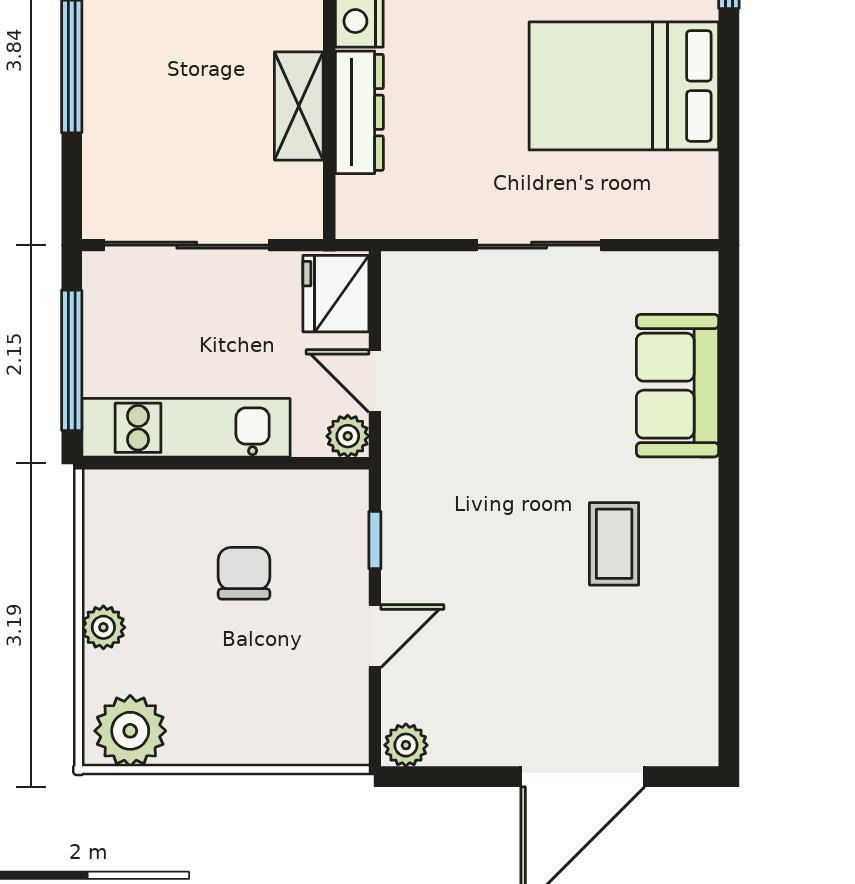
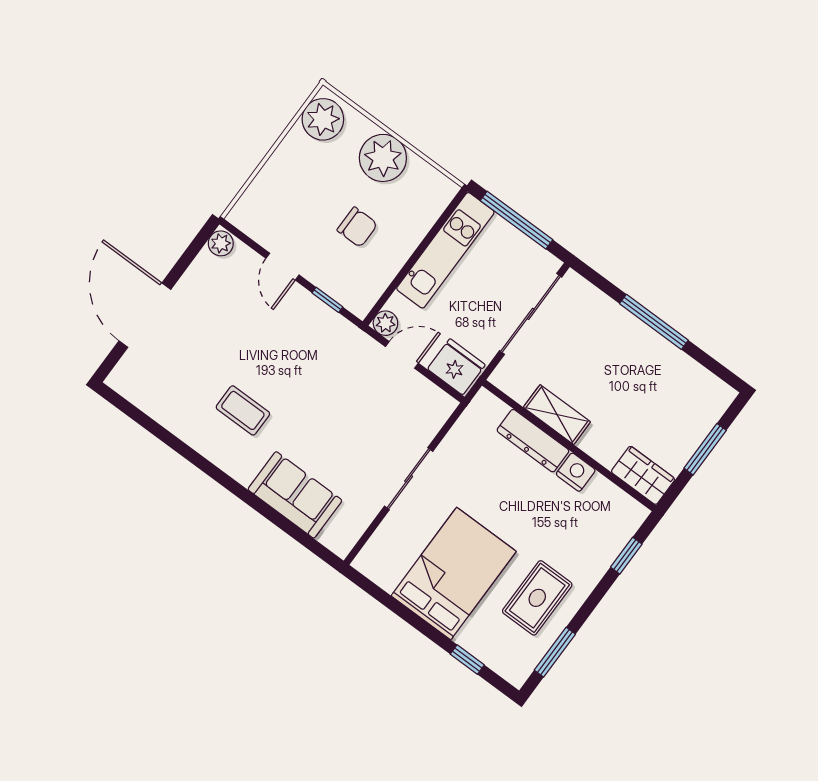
plant: (103, 627) -> (383, 158), width x1.88, depth x1.88

